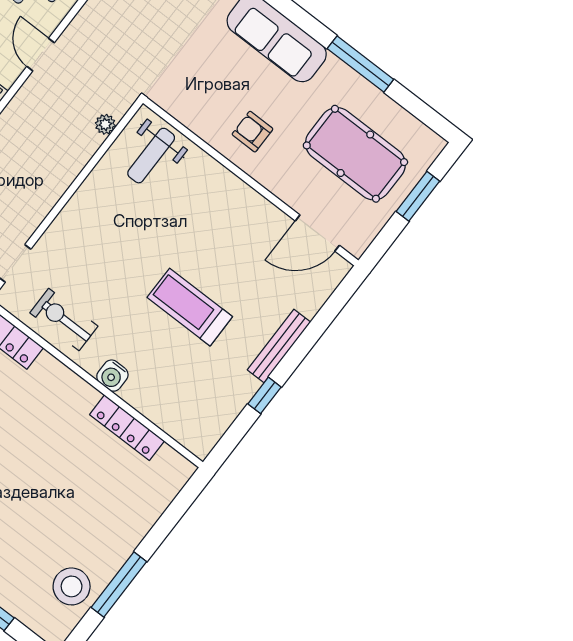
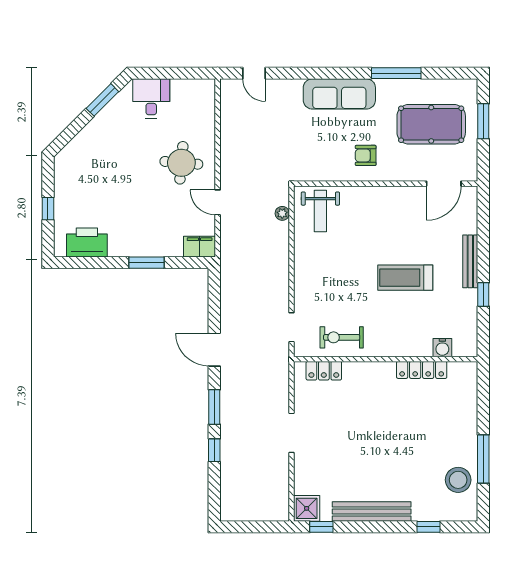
water cooler: (112, 376) -> (442, 348), moved

